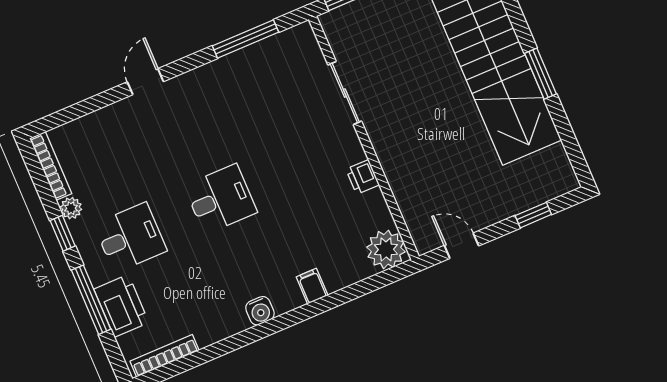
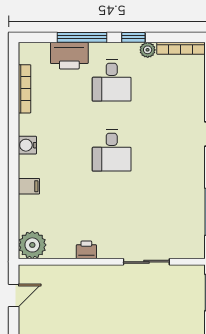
bookcase: (165, 356) -> (25, 89), moved

